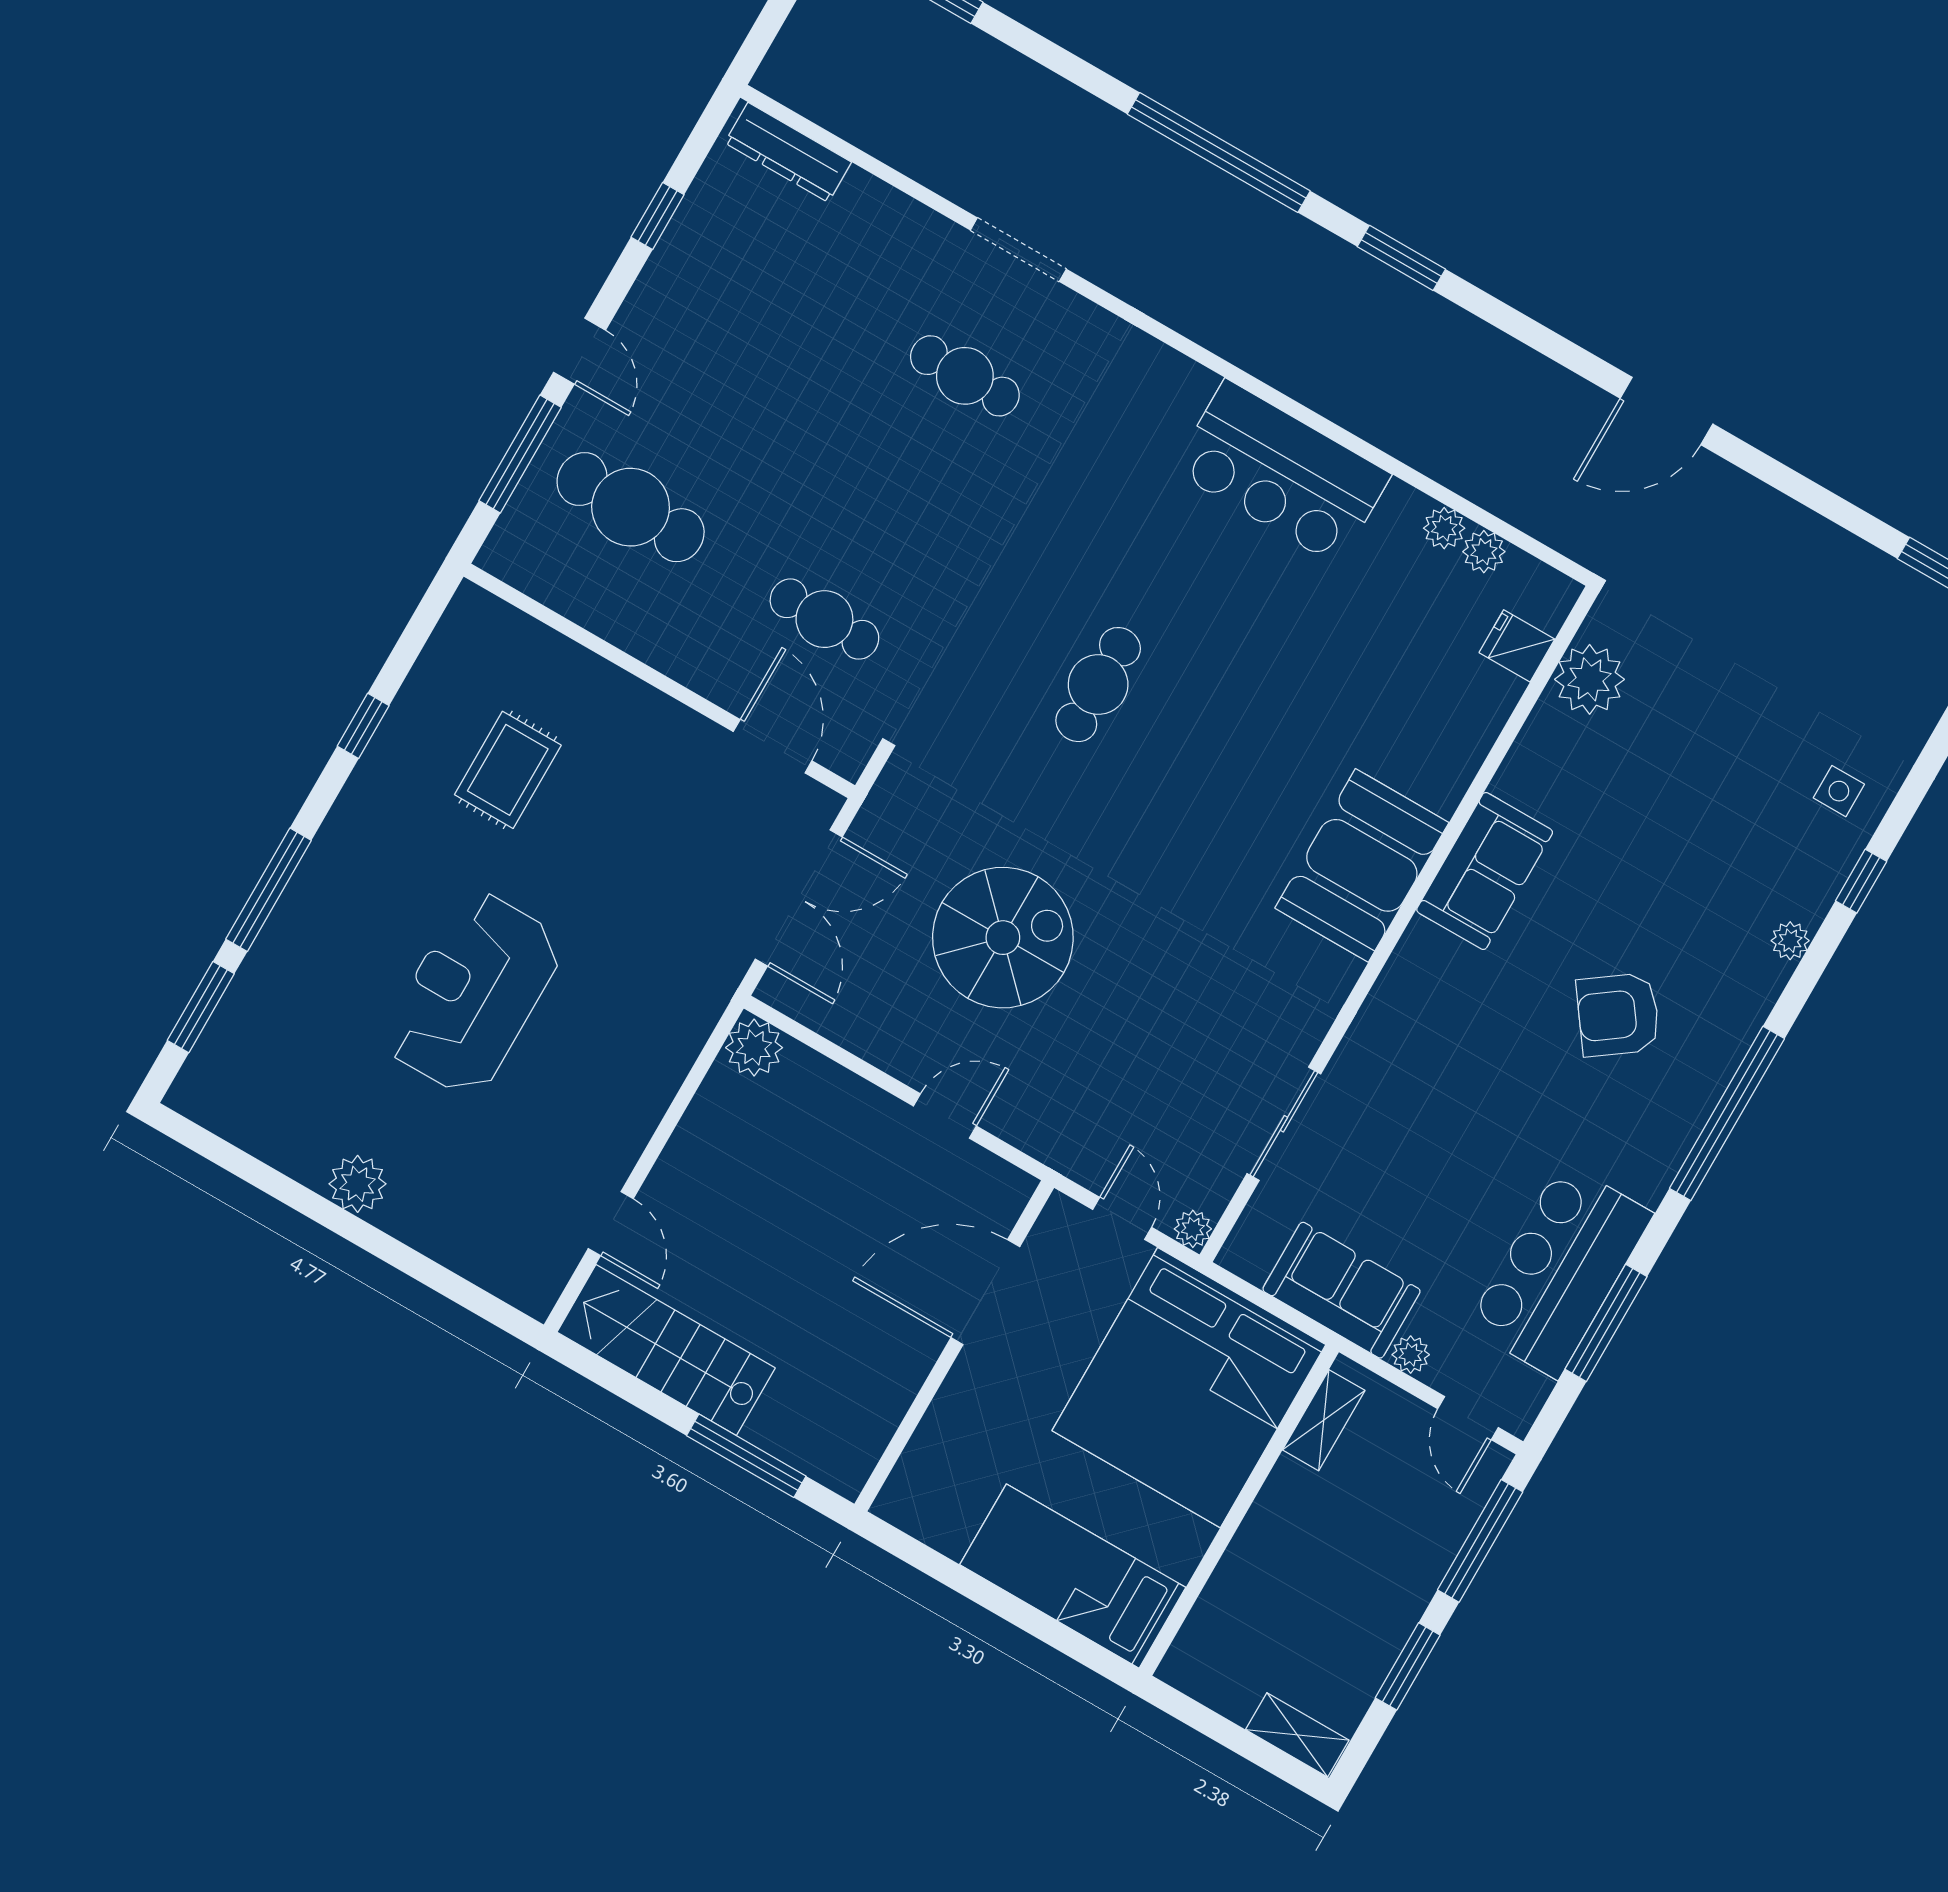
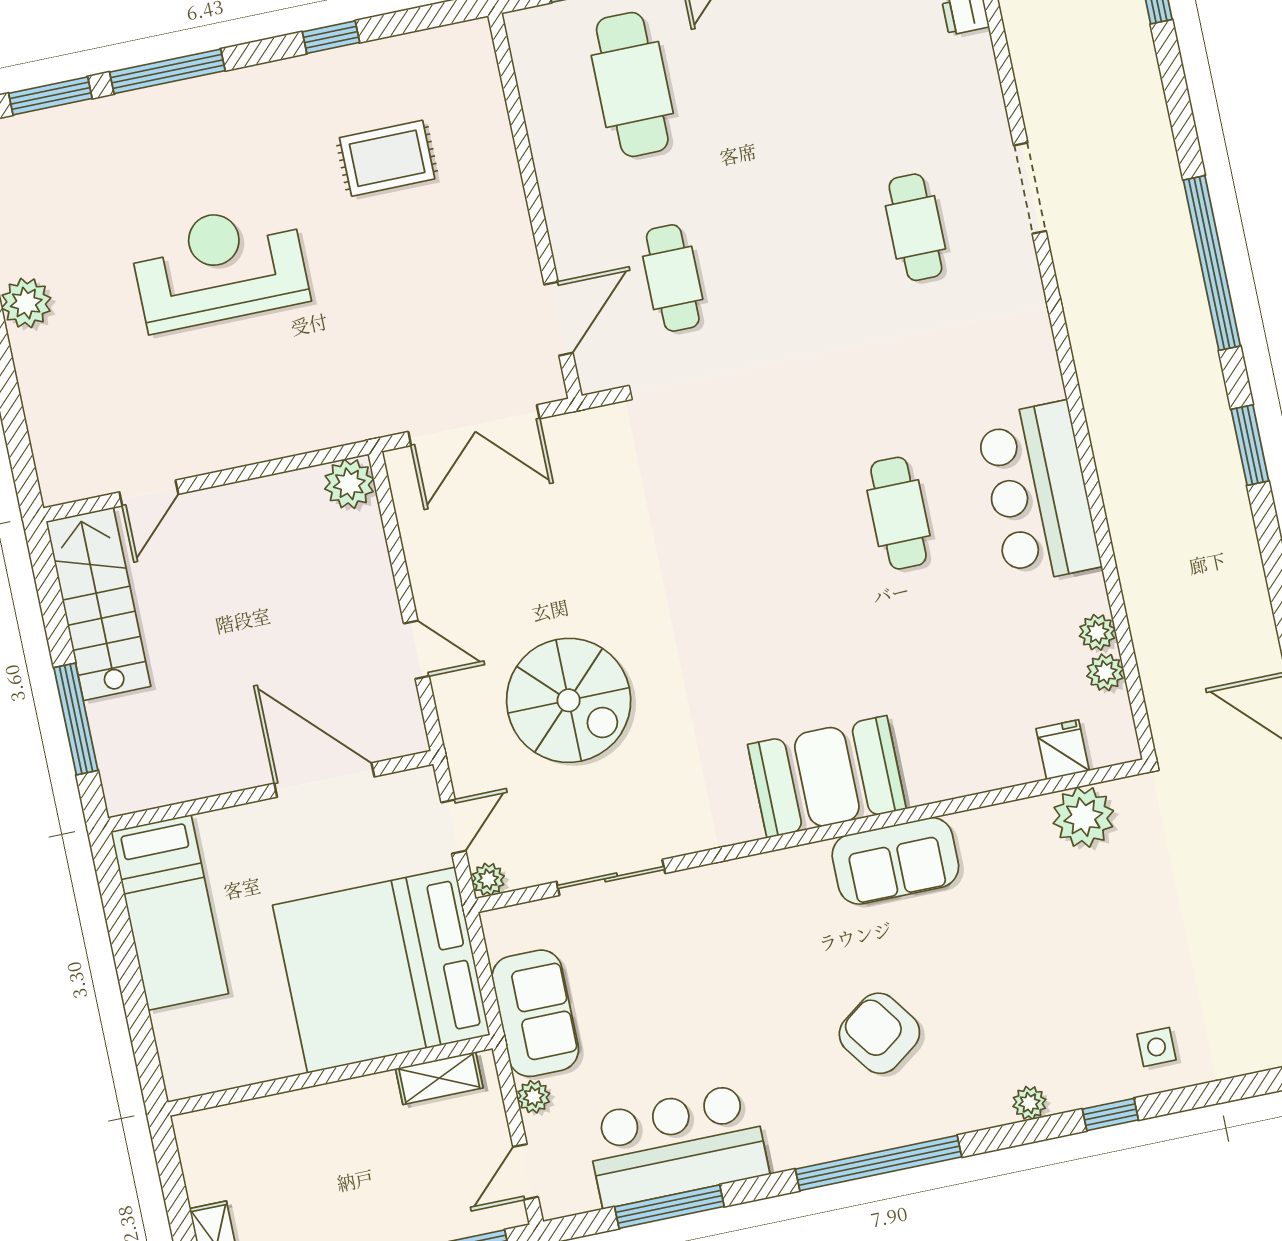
cafe table: (1098, 685) -> (899, 513), moved, turned 90
spiral stairs: (1003, 938) -> (569, 700), moved
bed: (1073, 1576) -> (170, 913), moved, turned 180

